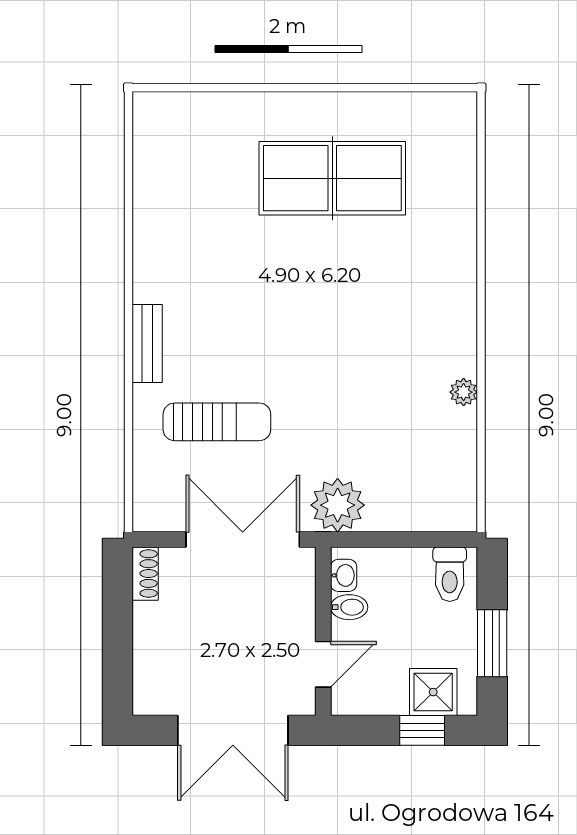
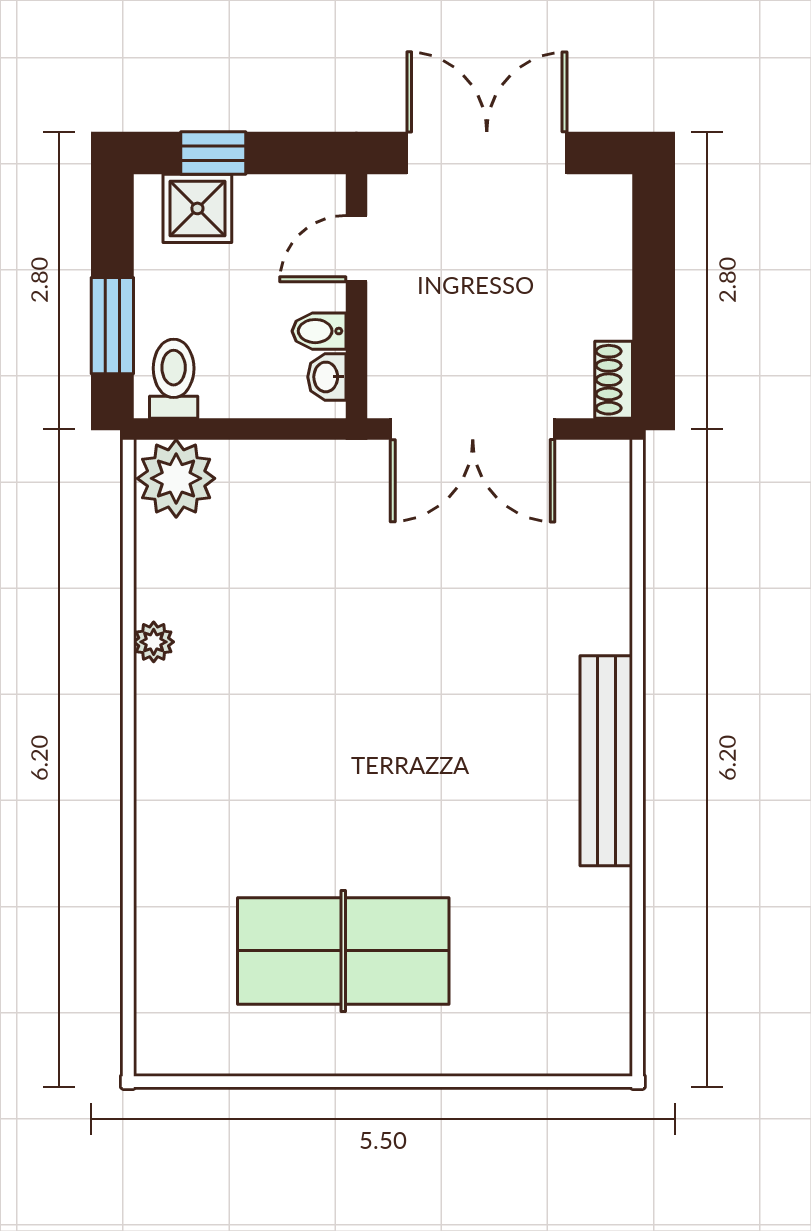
bench: (147, 343) -> (606, 761), width x1.86, depth x1.21
sun lounger: (217, 422) -> (510, 599), removed
plant: (338, 505) -> (176, 478), moved
window: (492, 643) -> (112, 326), moved

